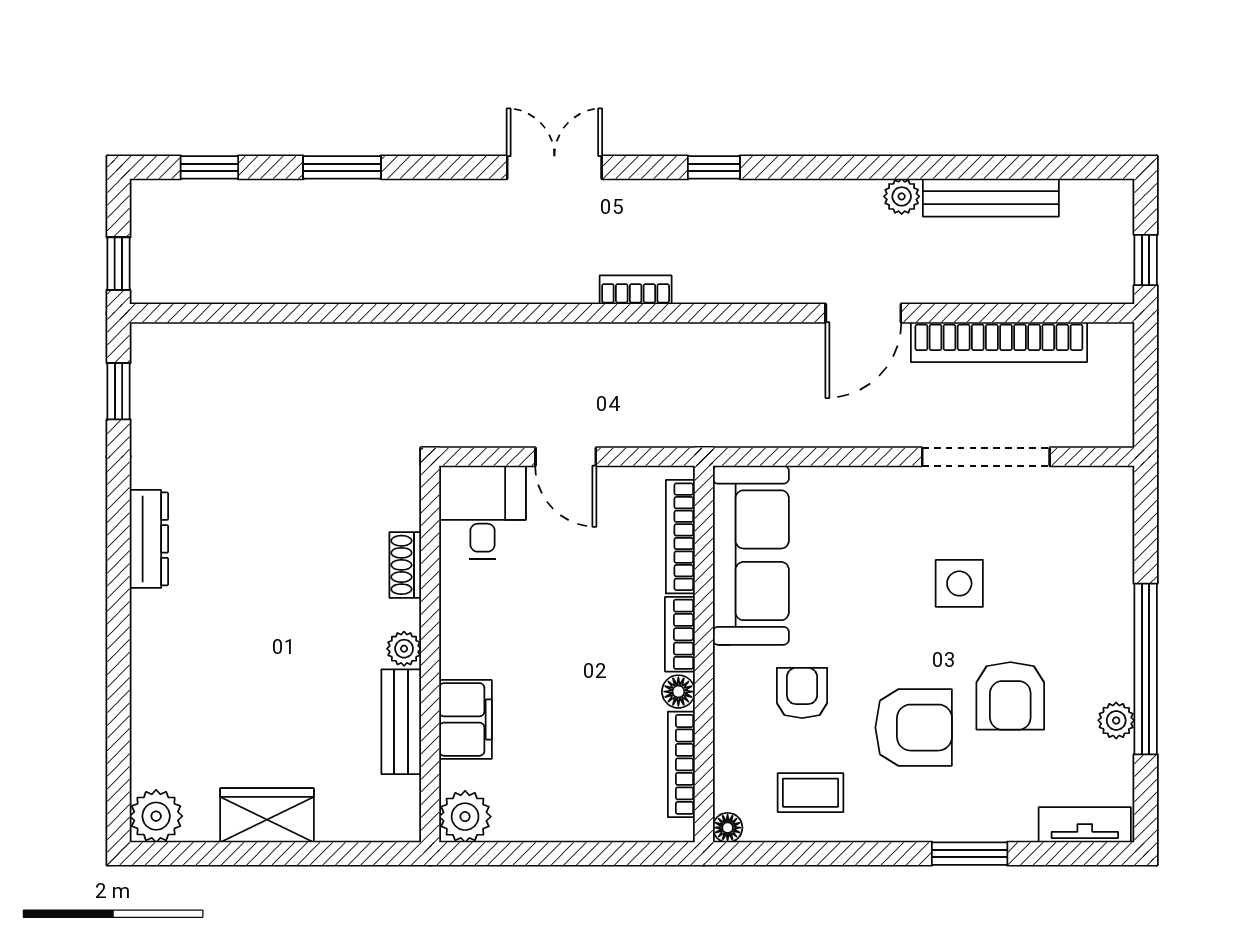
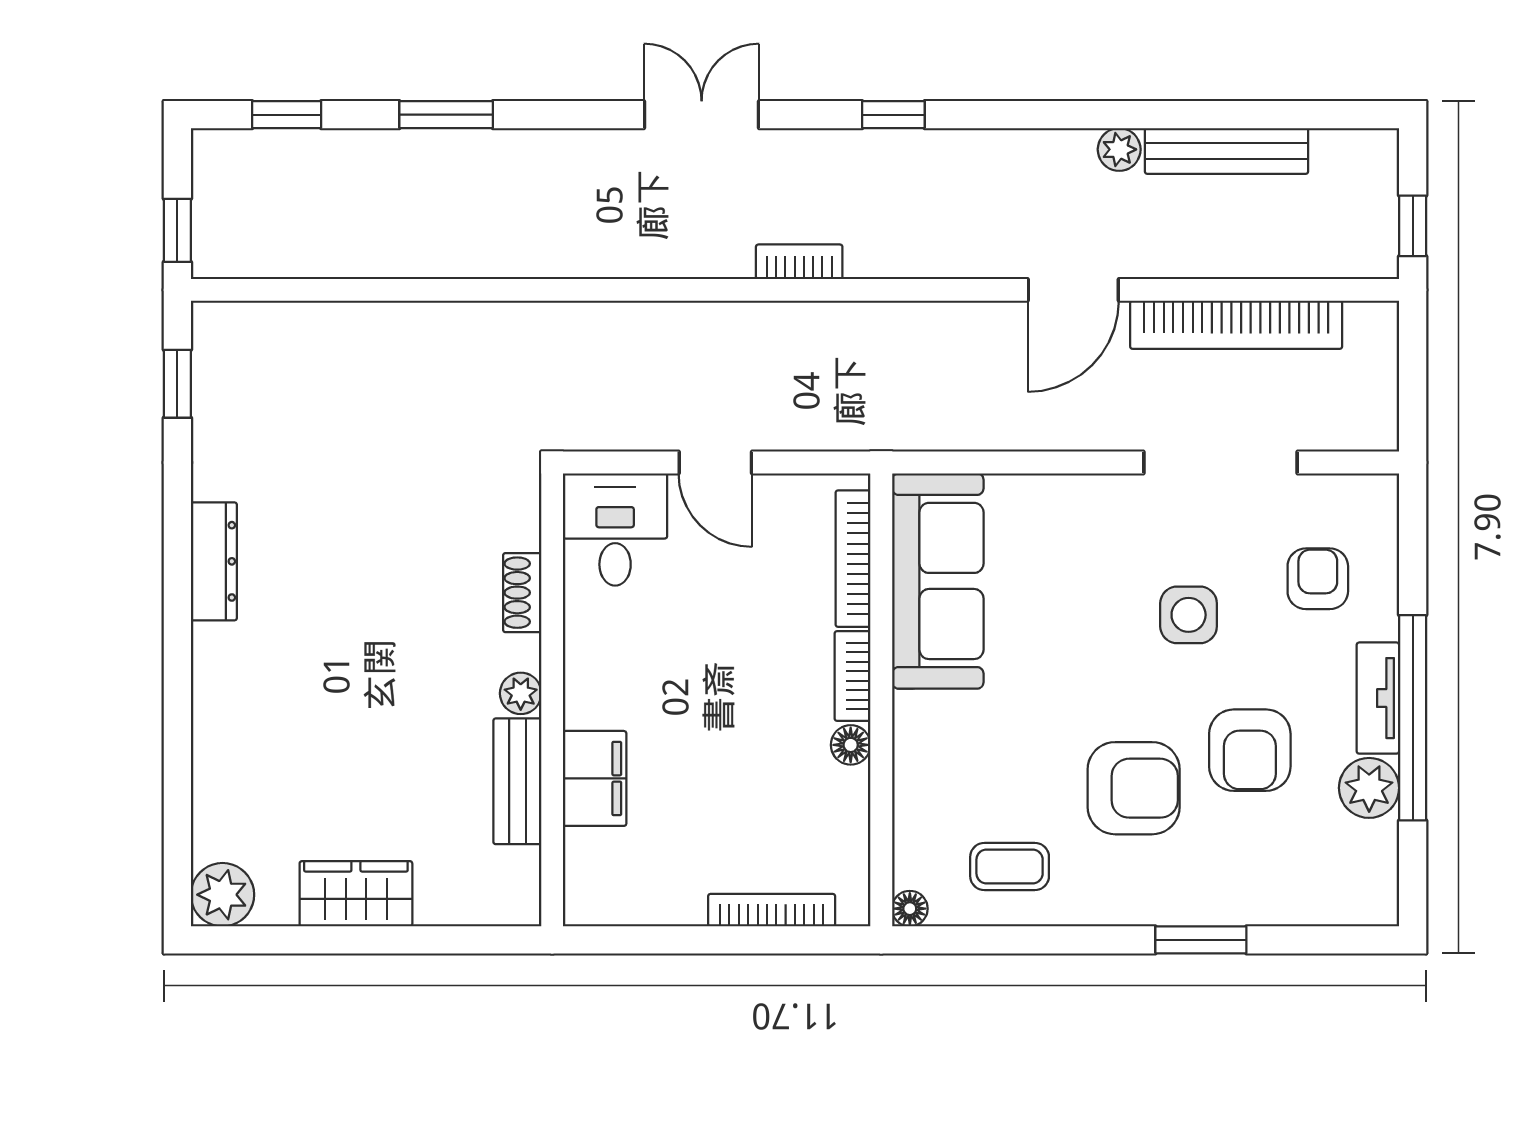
armchair: (802, 693) -> (1318, 579), moved
plant: (1116, 720) -> (1369, 788), width x1.38, depth x1.38
bookcase: (681, 764) -> (772, 910), moved, turned 90
plant: (465, 817) -> (594, 895), removed
tv unit: (1085, 825) -> (1378, 698), moved, turned -90

